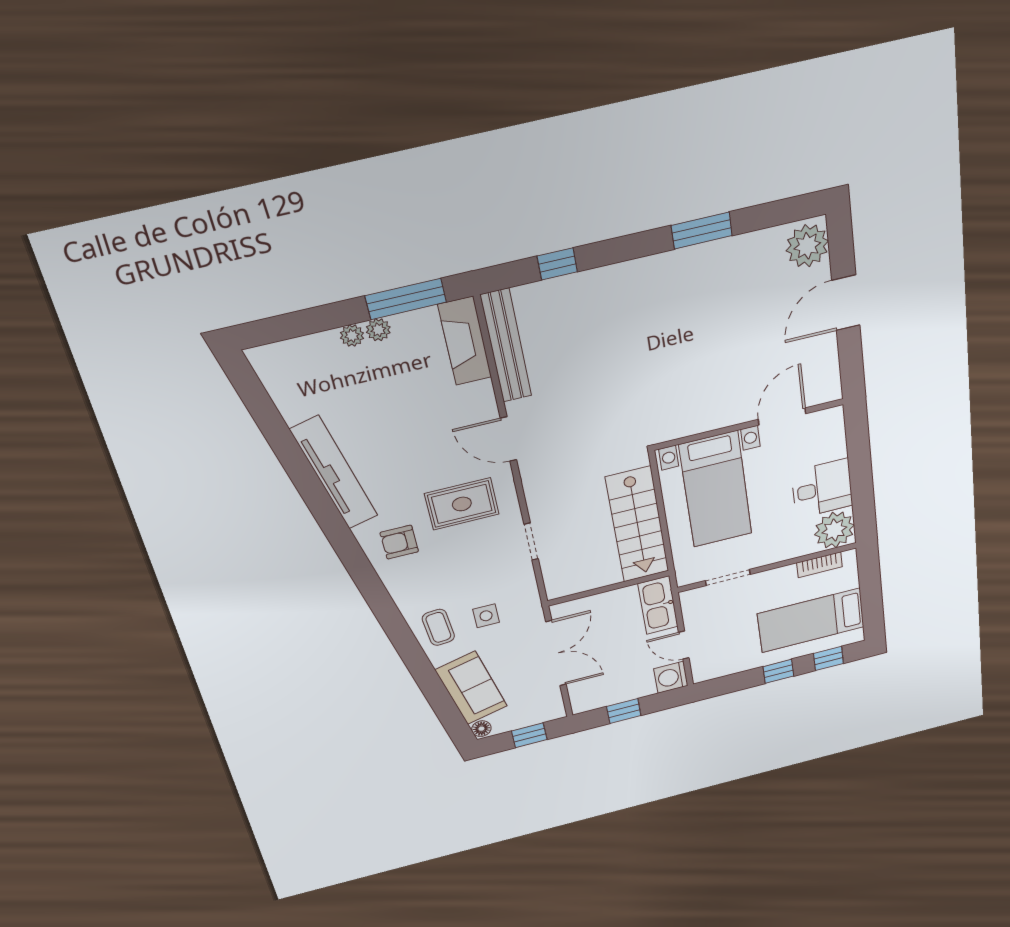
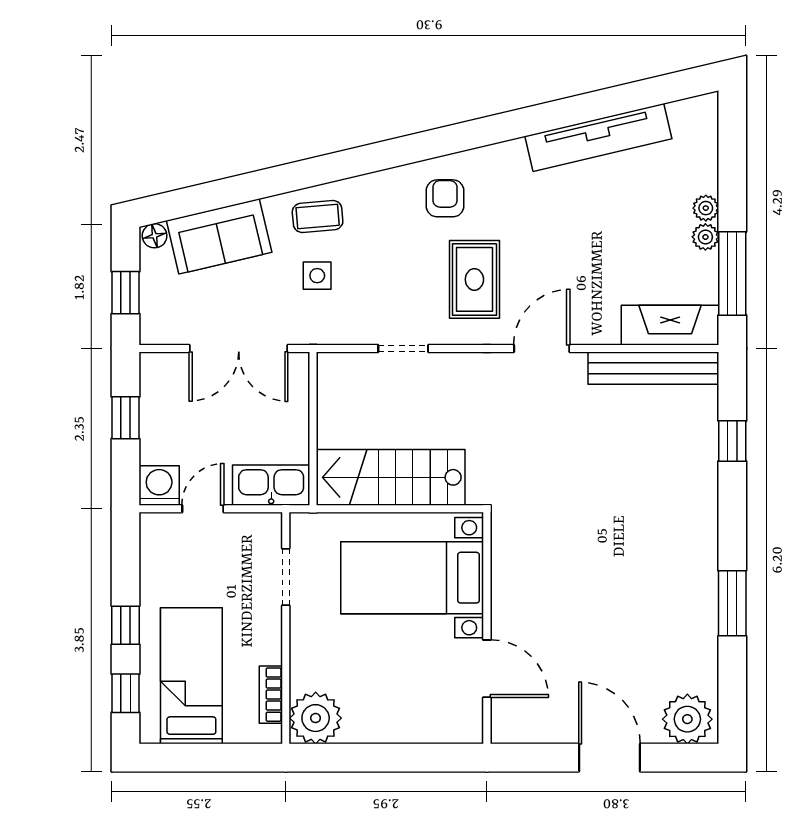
tv unit: (334, 473) -> (598, 137), moved
desk: (822, 489) -> (378, 708), removed

